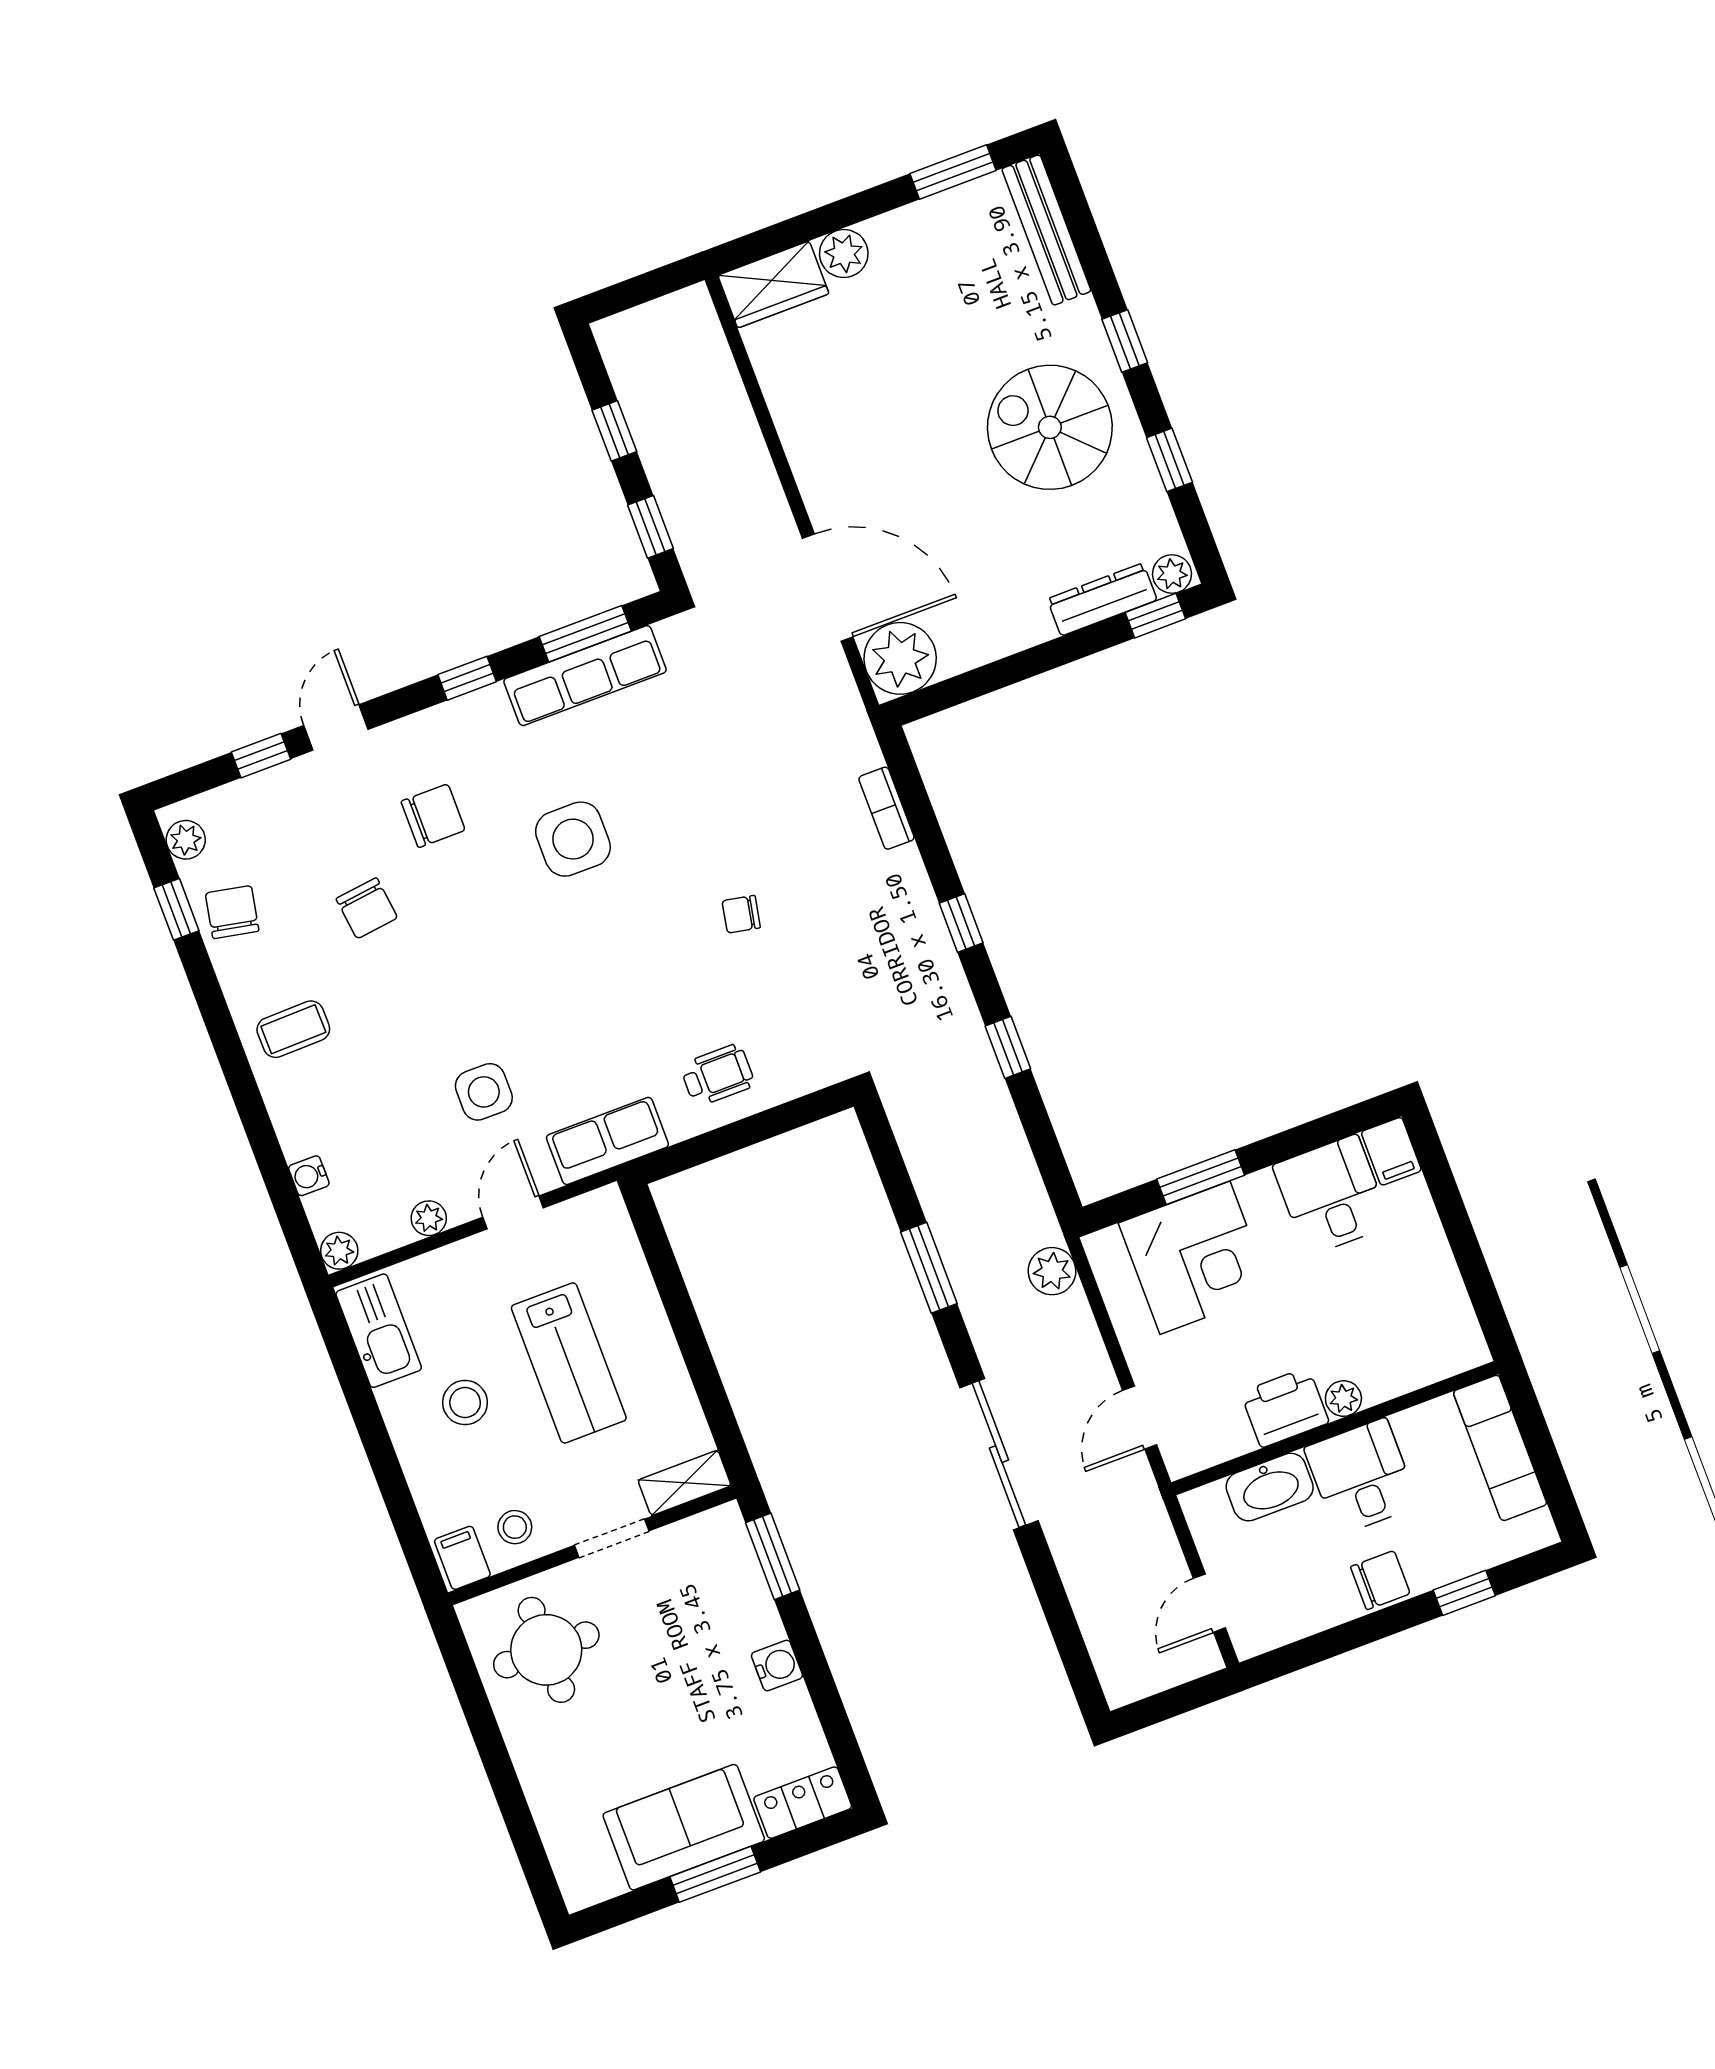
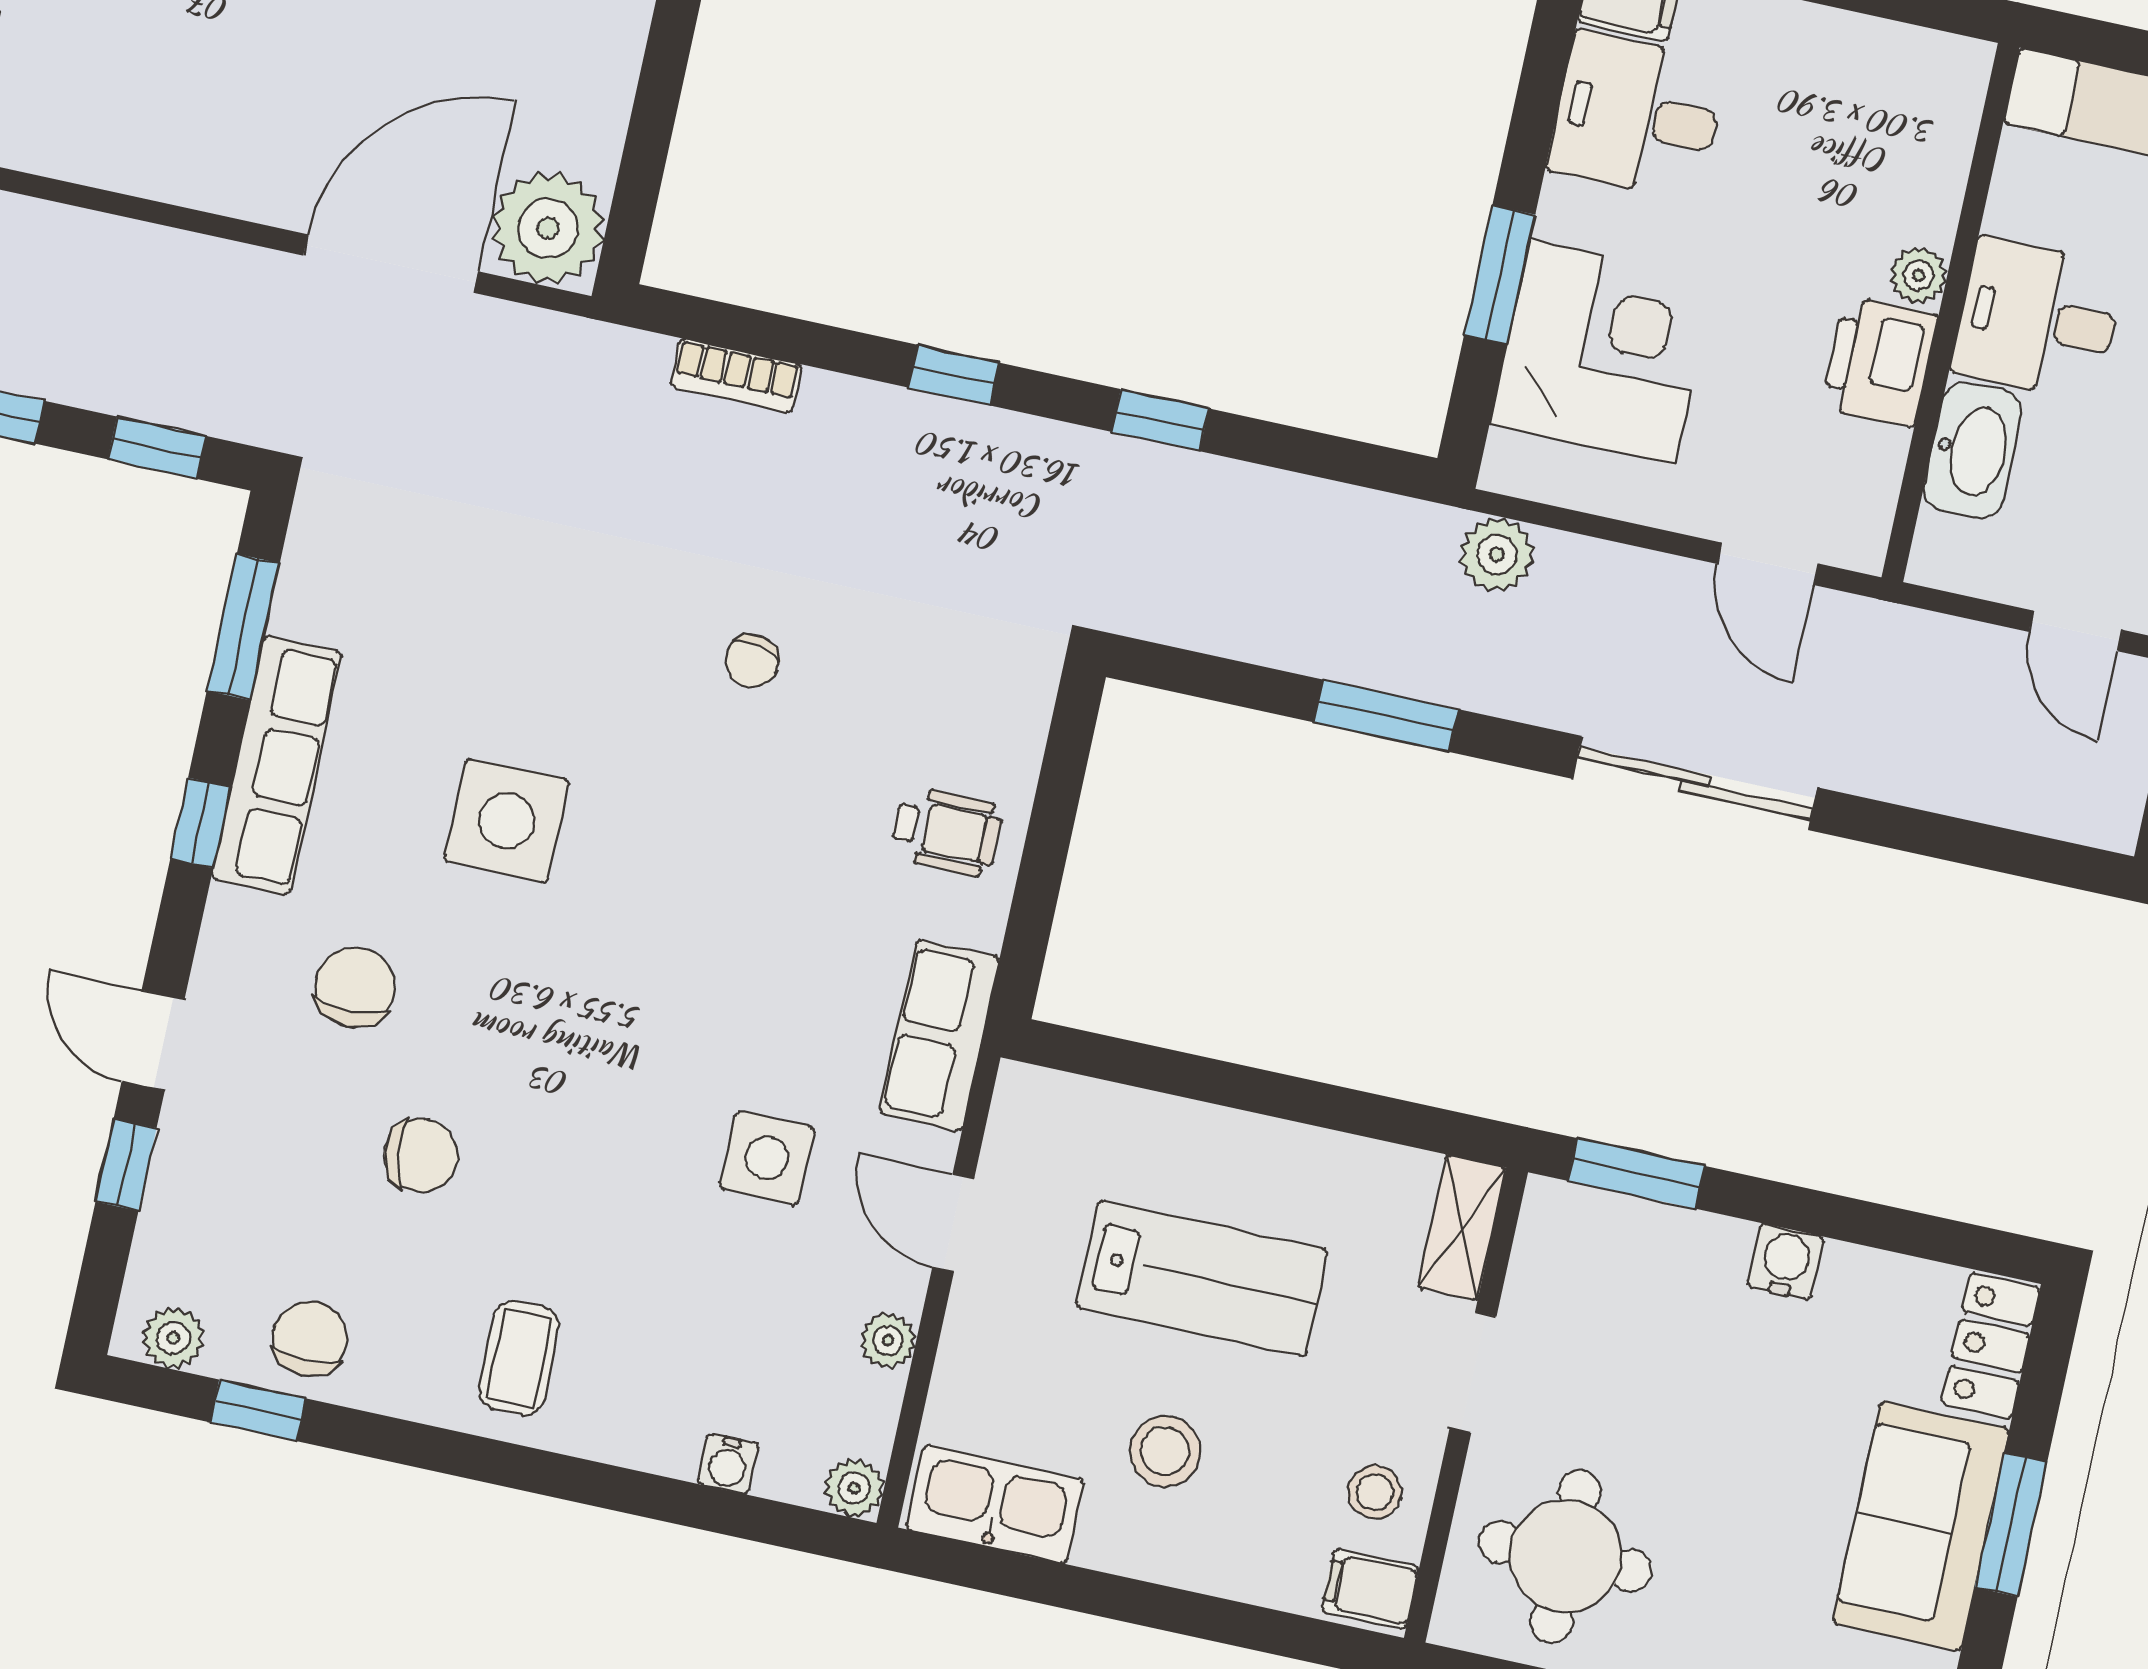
row of seats: (585, 676) -> (277, 765), moved
chair: (232, 912) -> (310, 1338), turned 79
wheelchair: (717, 1075) -> (946, 832), turned 90

